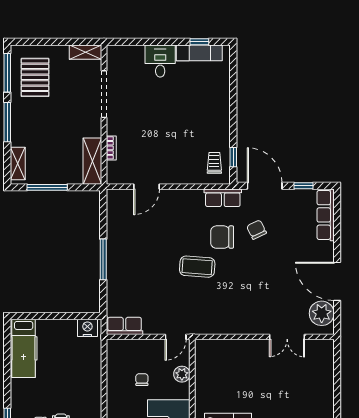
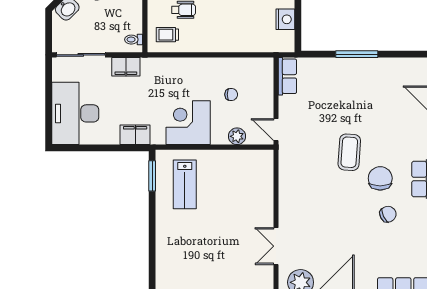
nightstand: (87, 328) -> (285, 19), moved

